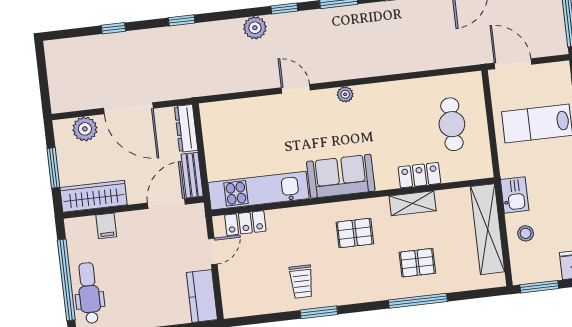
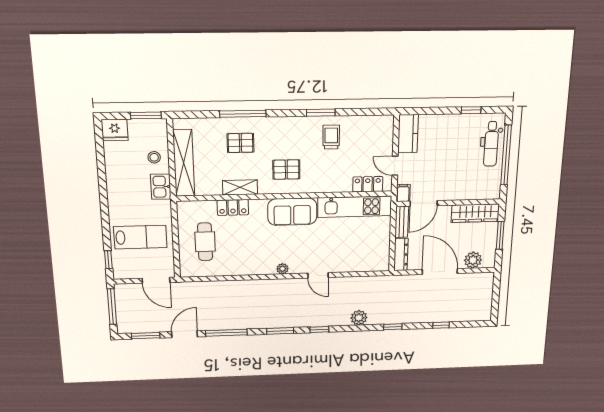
plant: (255, 28) -> (359, 318), moved
filing cabinet: (106, 226) -> (403, 193), moved
door: (213, 251) -> (395, 166), hinge flipped

